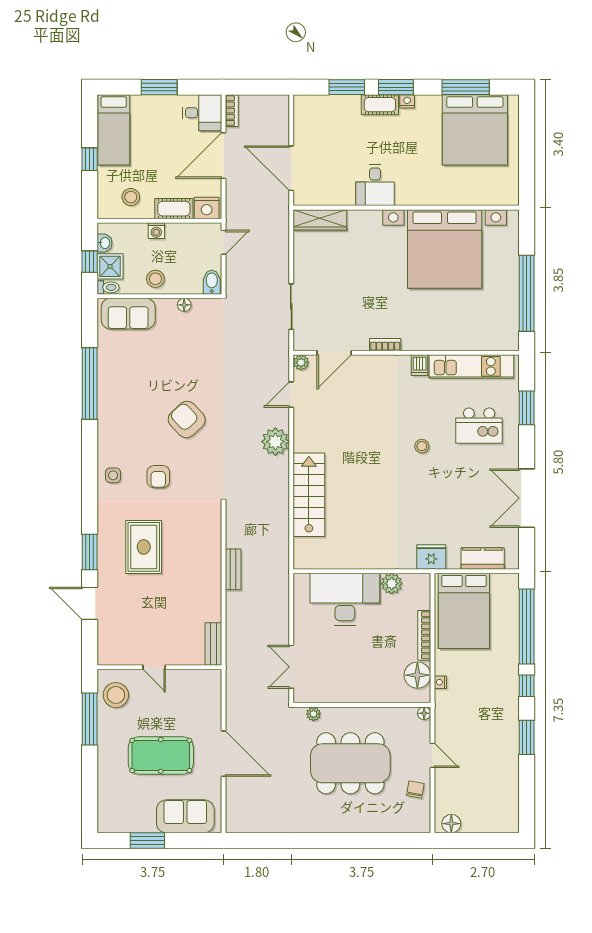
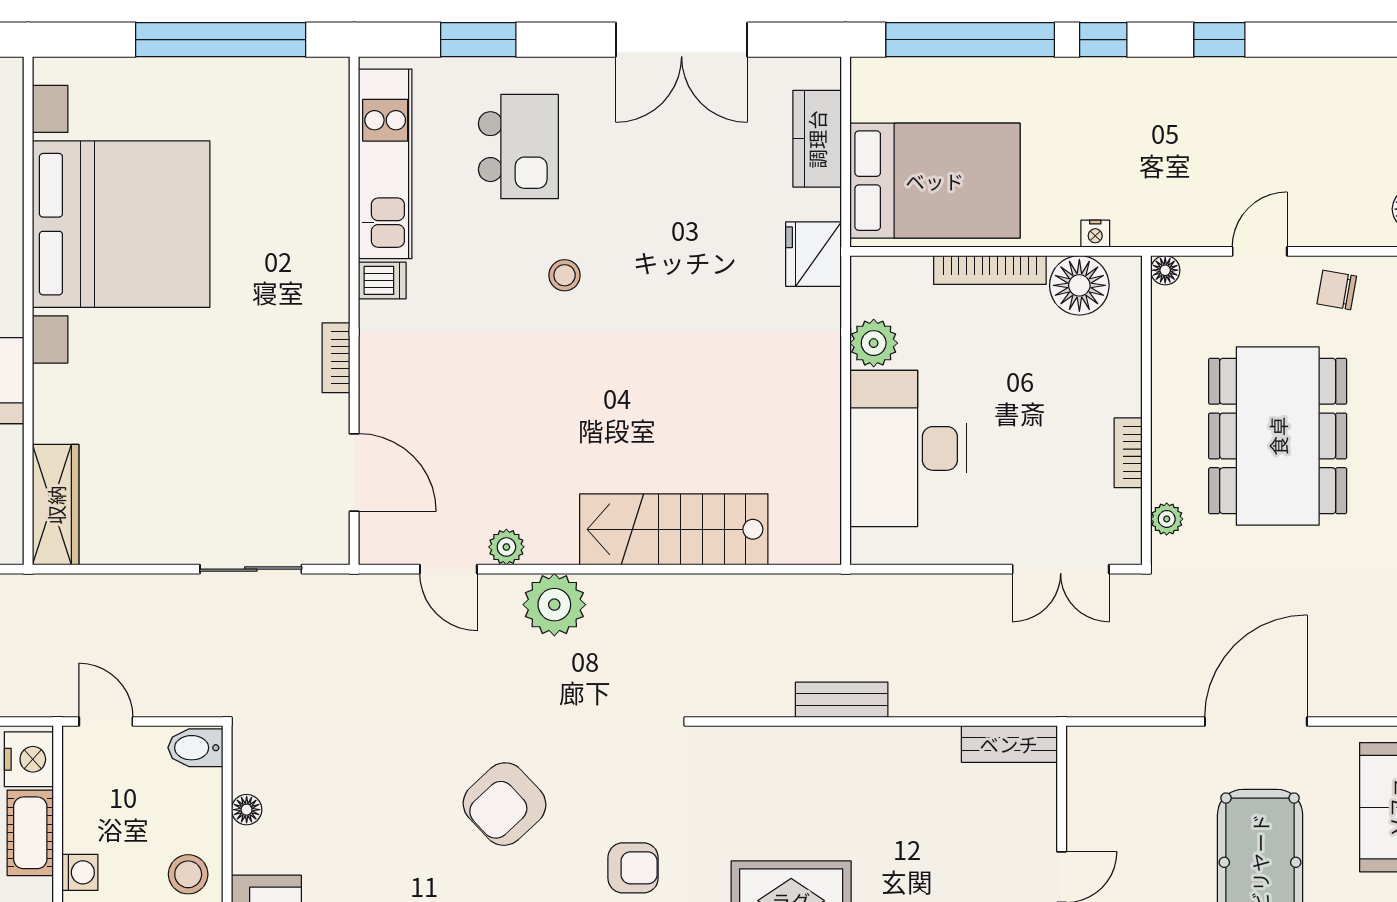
plant: (301, 362) -> (506, 547), moved
bookcase: (343, 697) -> (1128, 453), added
window: (527, 737) -> (1219, 40), width x0.67

